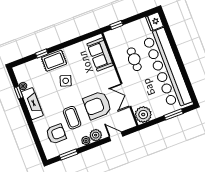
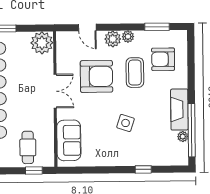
cafe table: (134, 59) -> (28, 147), moved
rug: (54, 61) -> (131, 154), removed
window: (19, 93) -> (192, 130), width x3.17
double door: (126, 95) -> (55, 91), moved

